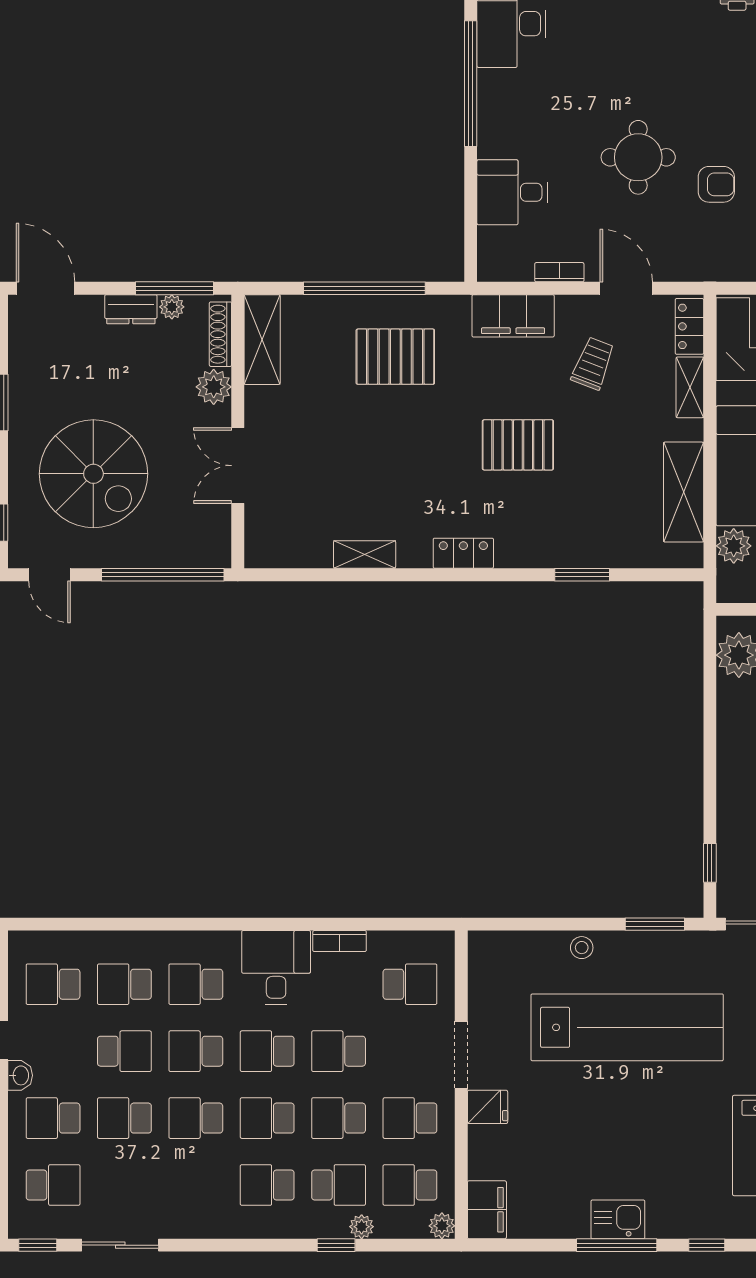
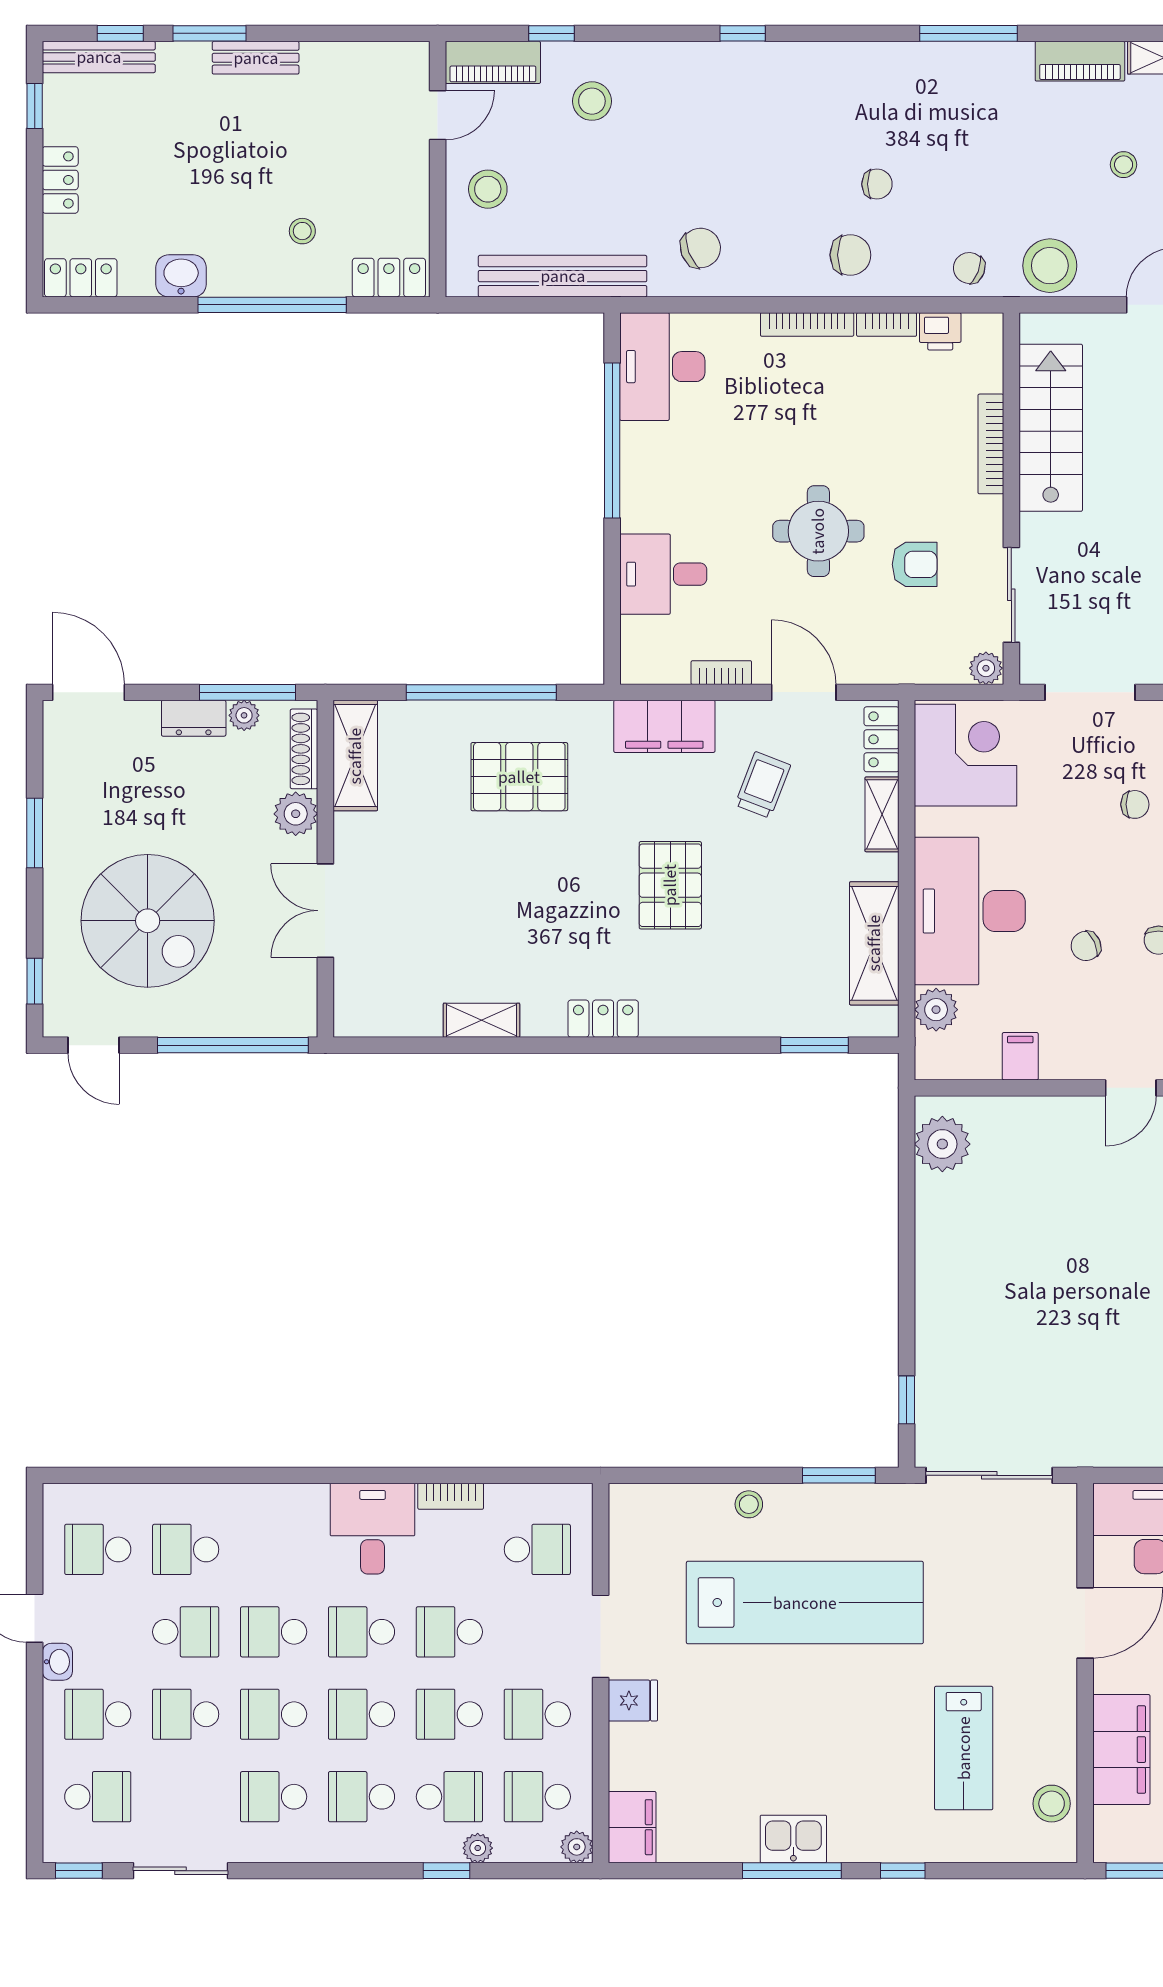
pallet: (518, 445) -> (670, 885), turned 90
window: (582, 575) -> (814, 1045), moved
school desk: (196, 984) -> (274, 1797), moved

